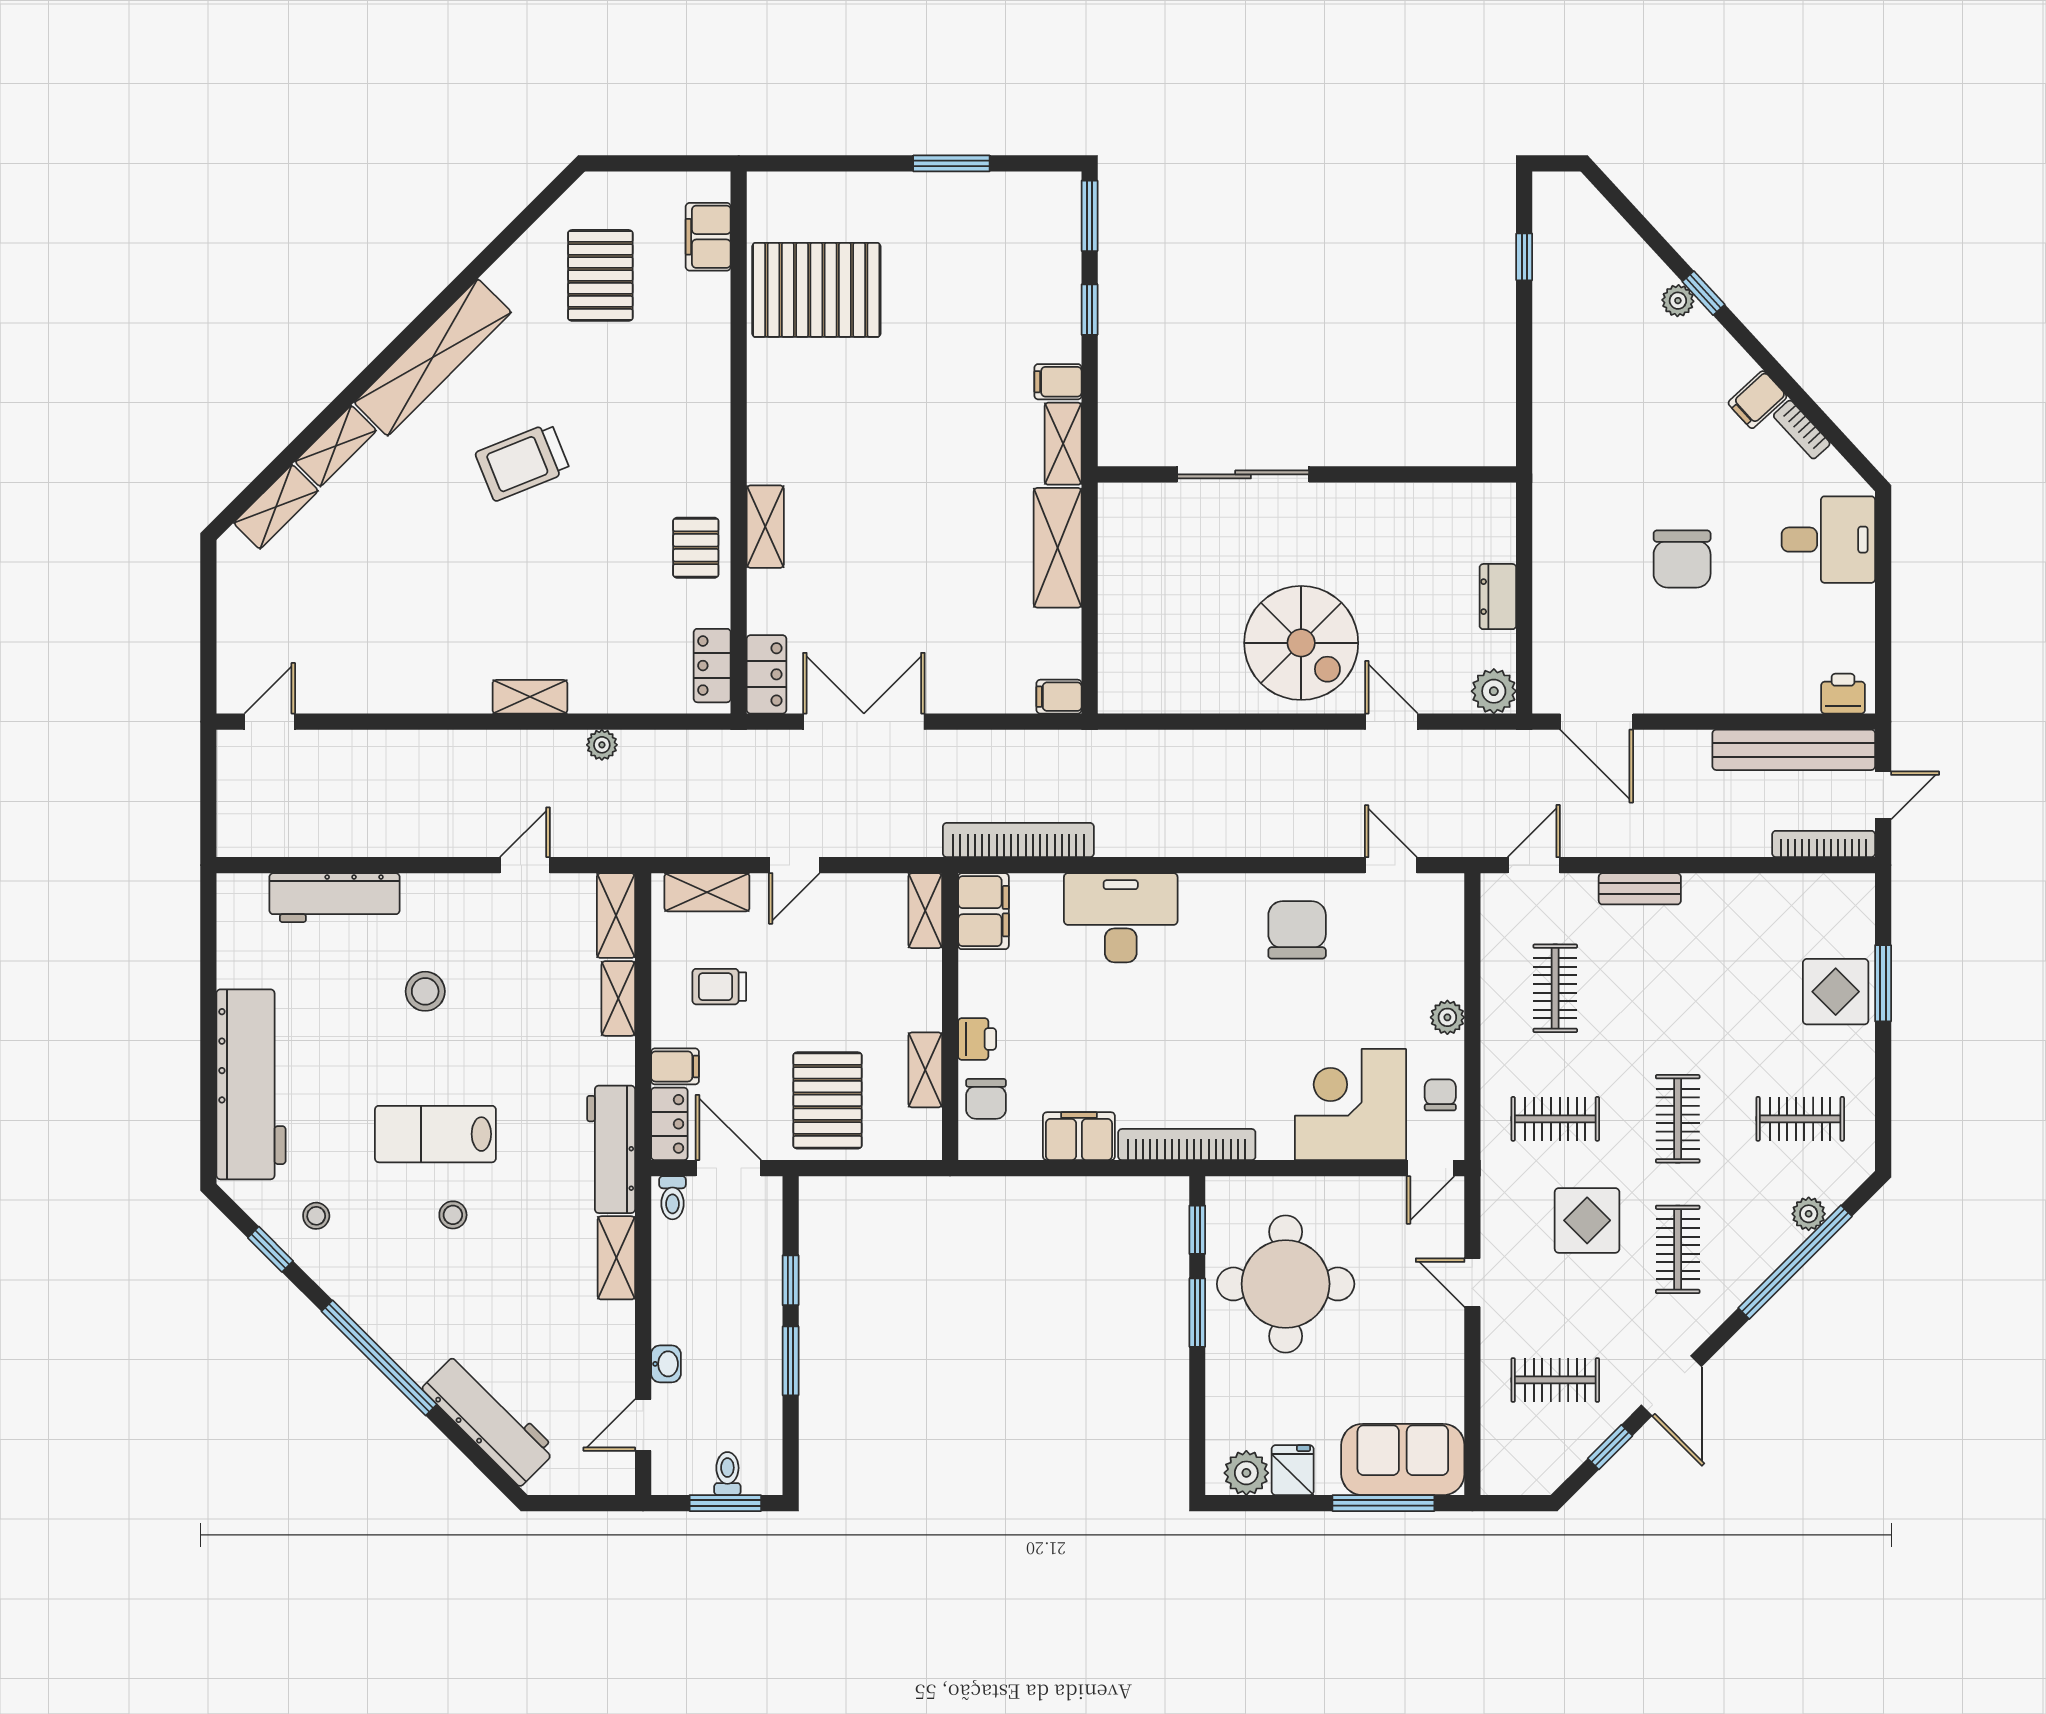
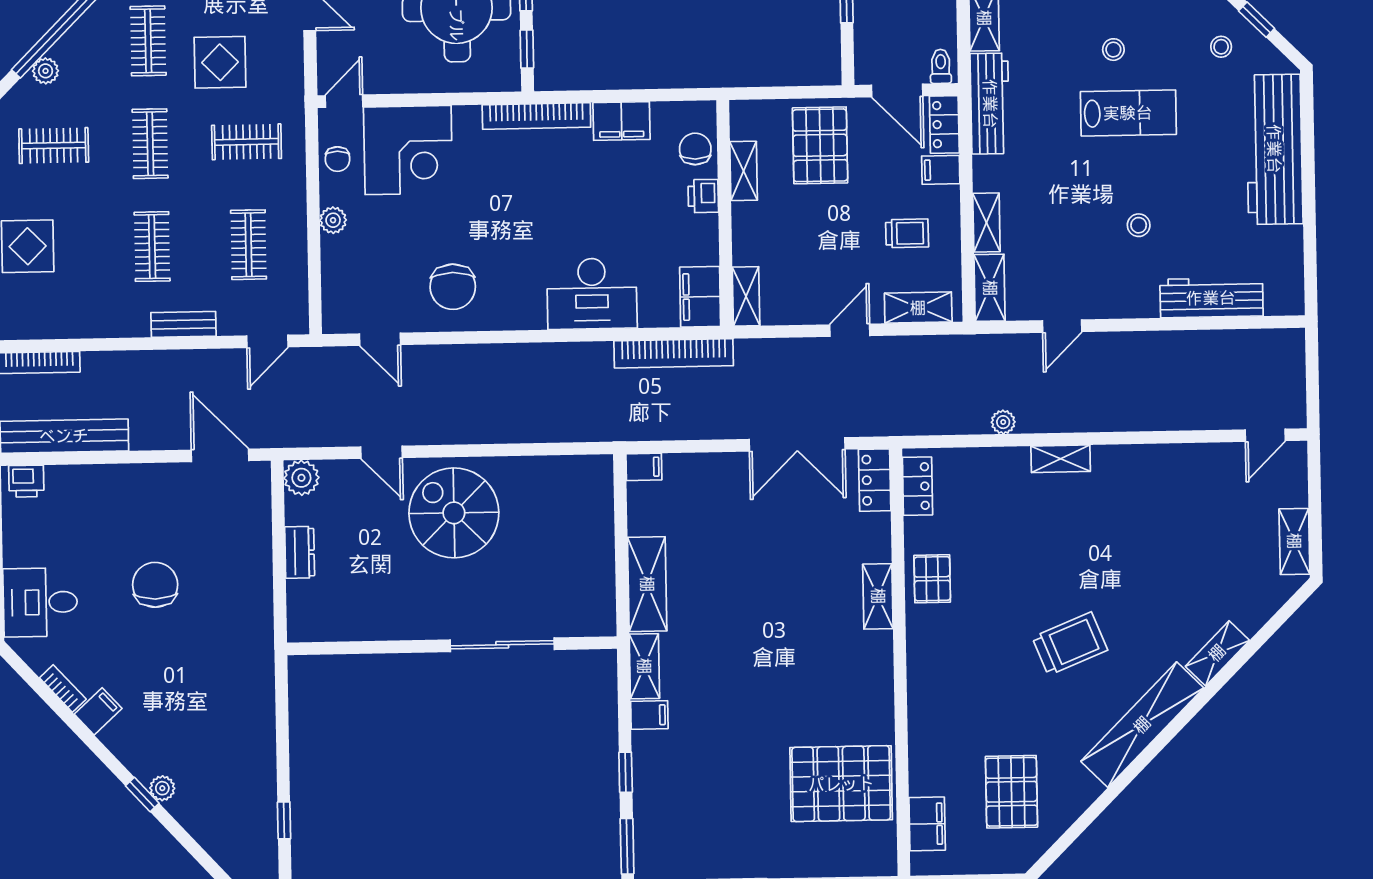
shelving: (276, 507) -> (1294, 541), moved, turned -45
clothes rail: (1678, 988) -> (152, 247), added
stool: (425, 991) -> (1139, 225), width x0.73, depth x0.73

